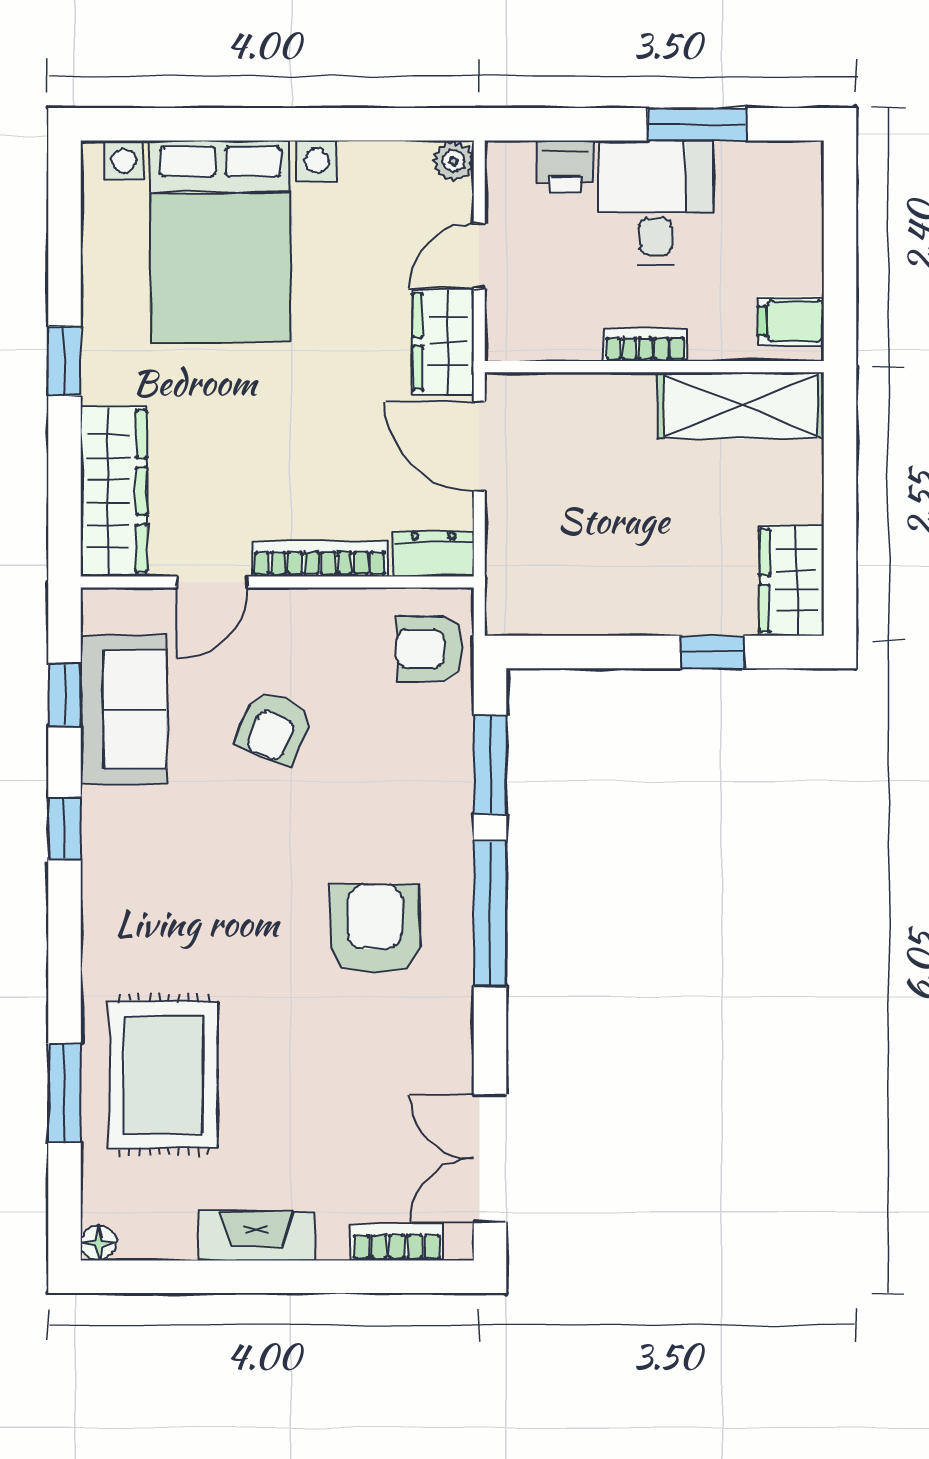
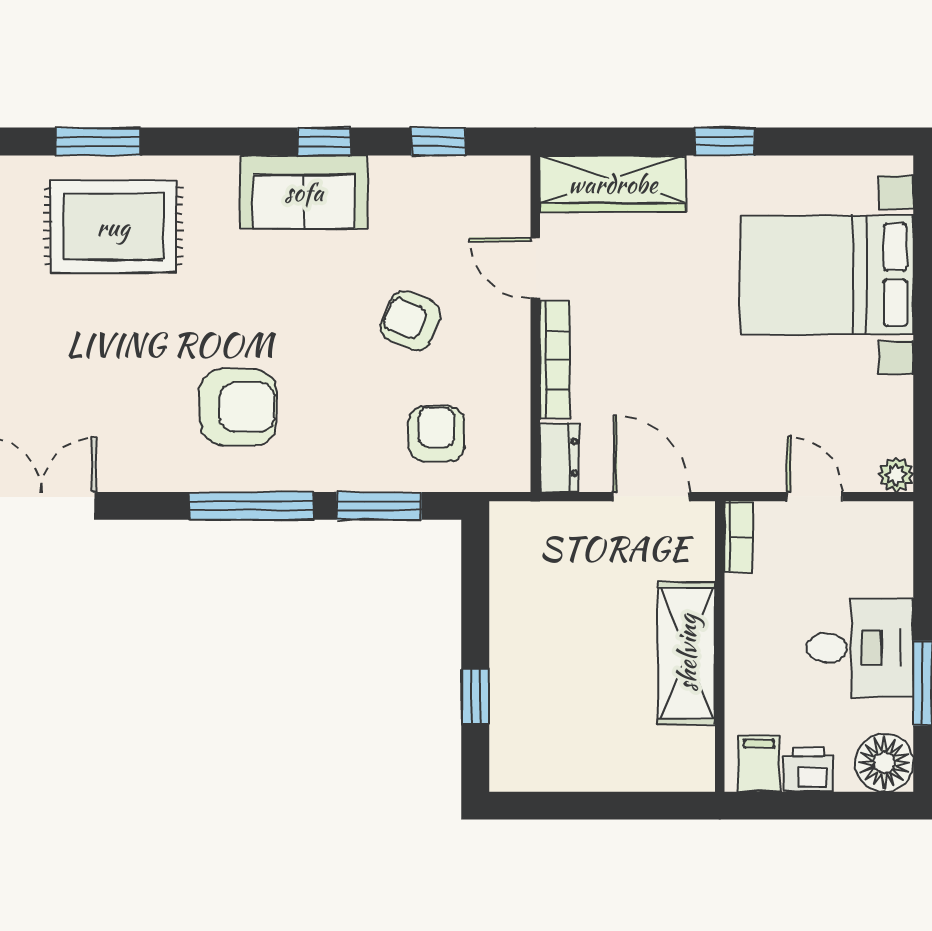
printer: (565, 166) -> (808, 769), moved, turned 90
floor lamp: (790, 174) -> (884, 763), added
wardrobe: (443, 342) -> (741, 466), removed
bookcase: (645, 345) -> (738, 537), moved
shelving: (741, 405) -> (687, 653), moved
door: (479, 446) -> (651, 497), hinge flipped
wardrobe: (792, 580) -> (537, 764), removed
armchair: (430, 649) -> (437, 434), moved
sofa: (124, 709) -> (304, 192), moved

